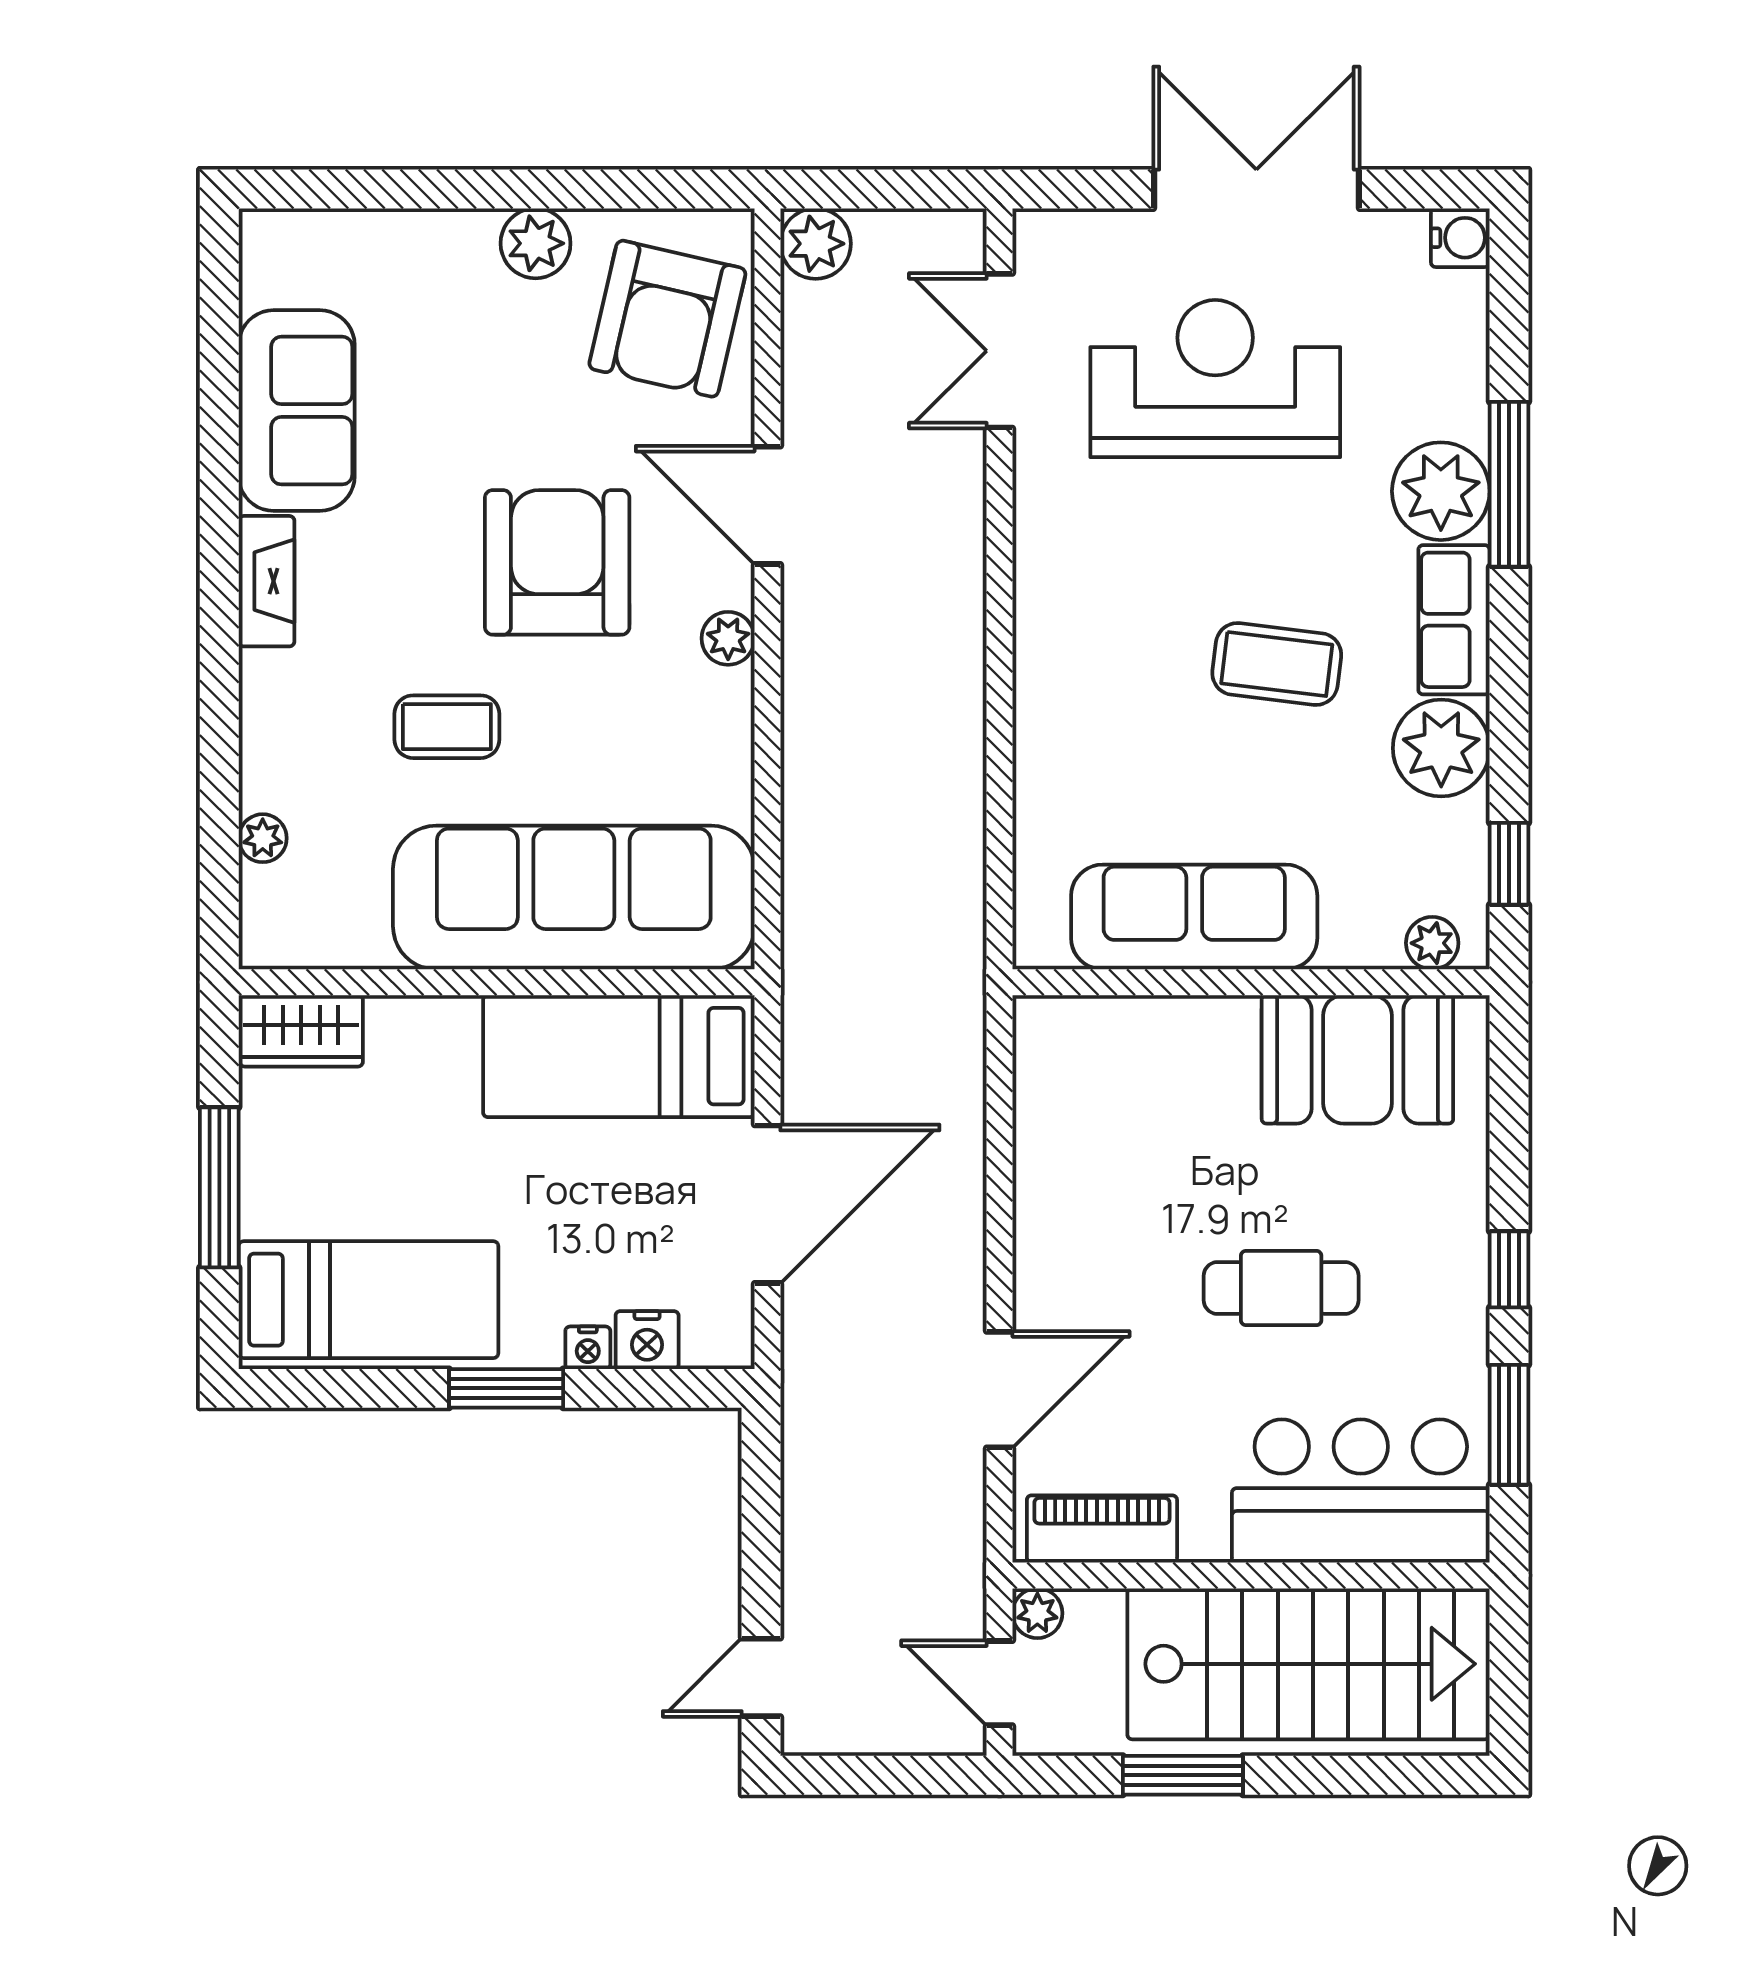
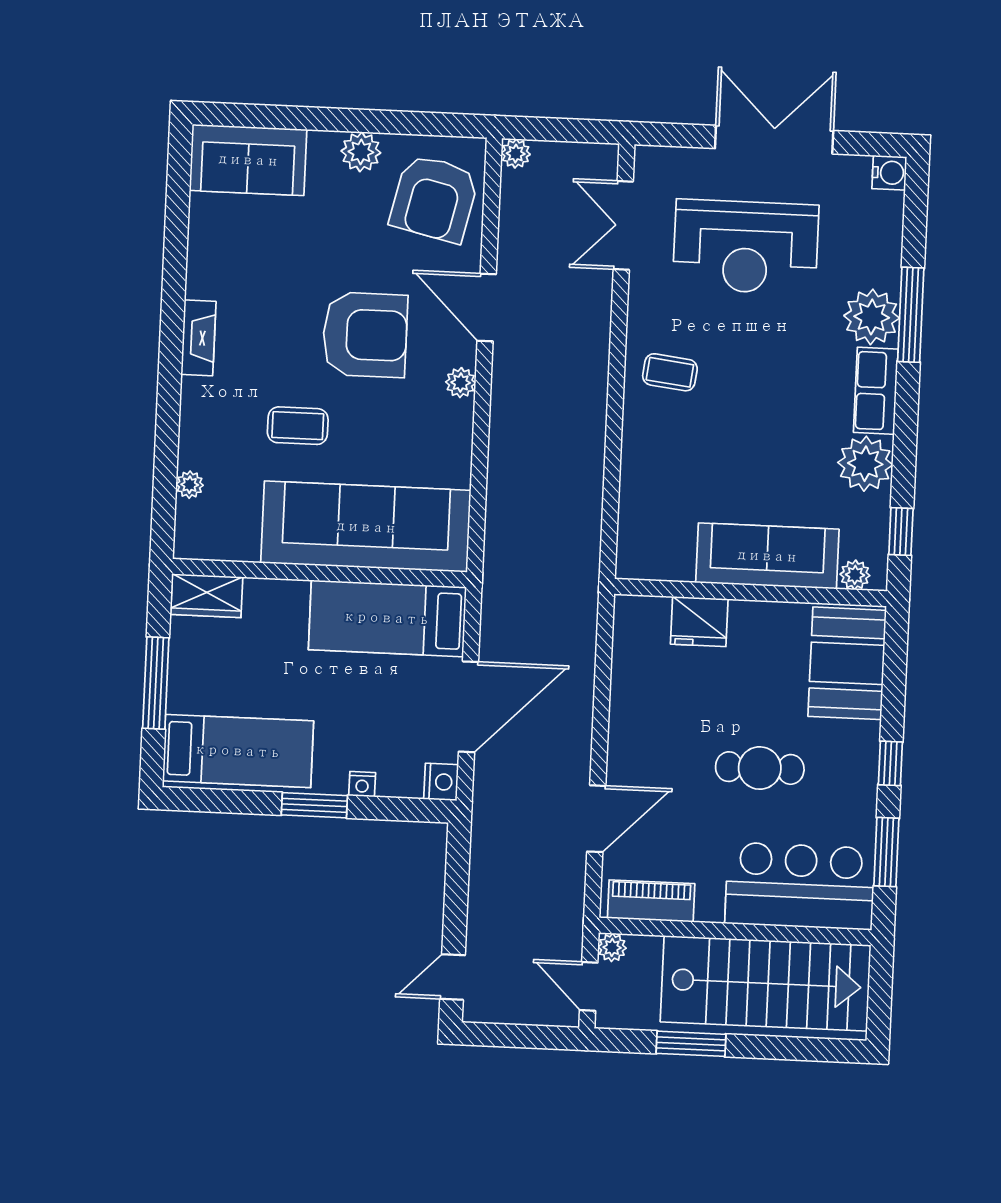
plant: (816, 244) -> (516, 154), width x0.73, depth x0.73
reception desk: (1215, 379) -> (746, 247), turned 180
sofa: (297, 411) -> (248, 160), moved, turned 90
armchair: (557, 562) -> (365, 335), turned 90
coffee table: (1277, 664) -> (670, 372), moved, width x0.73, depth x0.77
sofa: (1194, 917) -> (767, 556), moved
fridge: (1164, 1037) -> (699, 622), added
booth: (1357, 1059) -> (847, 663), moved, turned 90
nightstand: (647, 1340) -> (441, 782), moved, turned -90

